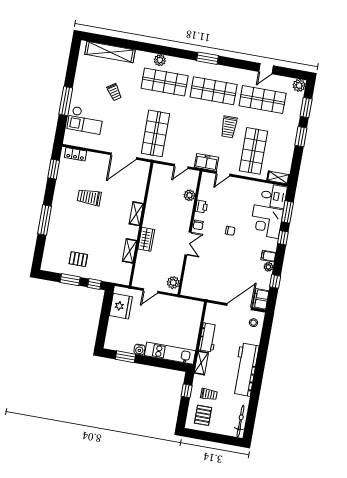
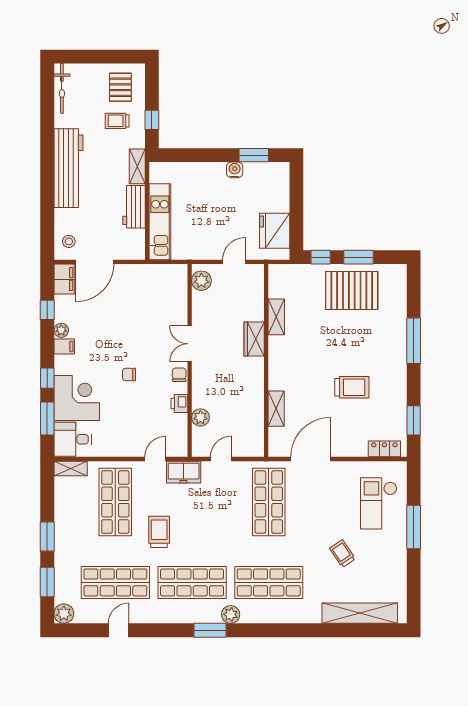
plant: (160, 60) -> (231, 614), moved
checkout: (85, 120) -> (379, 503), turned -90
shelving: (136, 214) -> (276, 409), moved
pallet: (78, 259) -> (352, 291), width x2.05, depth x2.00
kitchen unit: (170, 353) -> (160, 222), moved, turned -90

